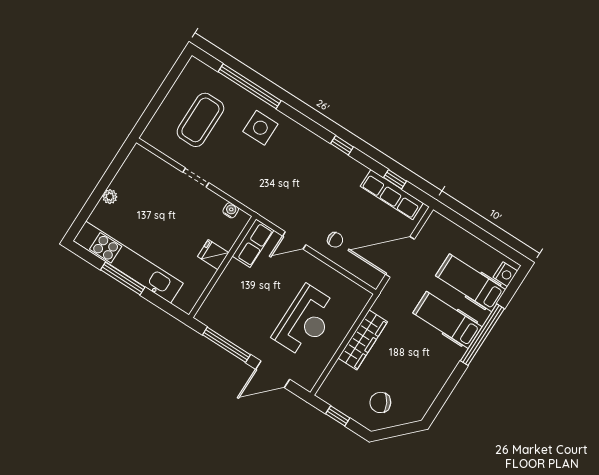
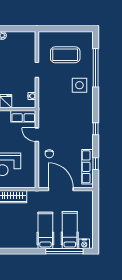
window: (482, 335) -> (64, 251), moved

